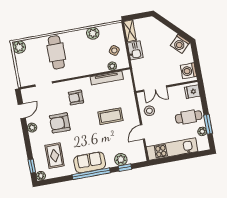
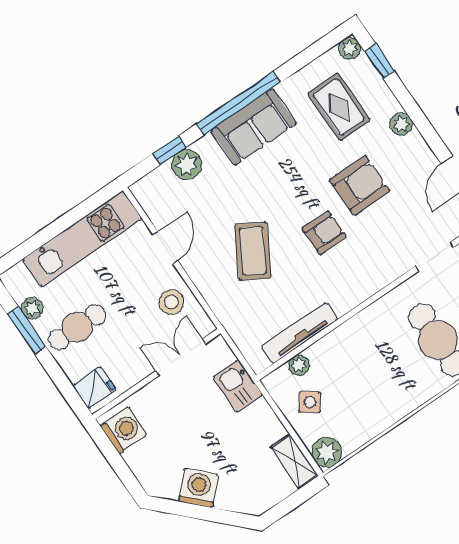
plant: (93, 33) -> (327, 452), moved
washing machine: (180, 44) -> (198, 488), moved
kitchen sink: (135, 50) -> (238, 386), moved
armchair: (76, 97) -> (324, 233), moved
coffee table: (110, 116) -> (253, 251), turned -60
plant: (32, 128) -> (401, 124), moved

